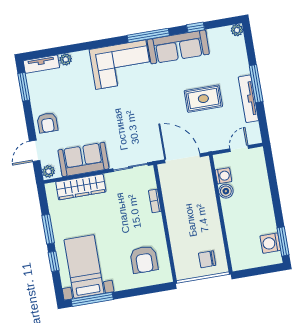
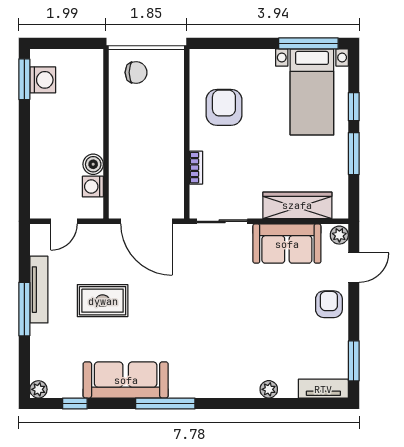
window: (196, 27) -> (75, 404), moved
plant: (66, 59) -> (269, 389), moved
corner sofa: (121, 65) -> (211, 369), removed
armchair: (144, 260) -> (224, 107), moved

